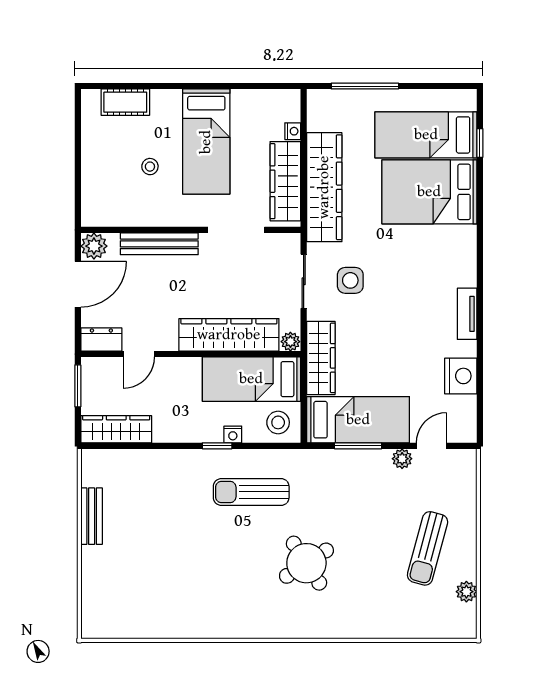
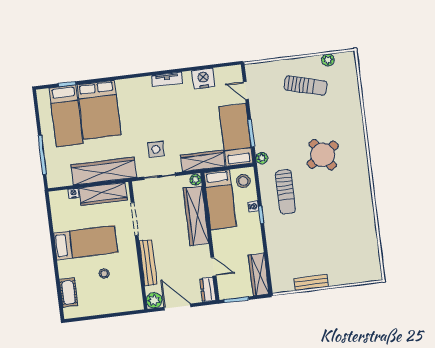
plant: (402, 459) -> (262, 158), moved

